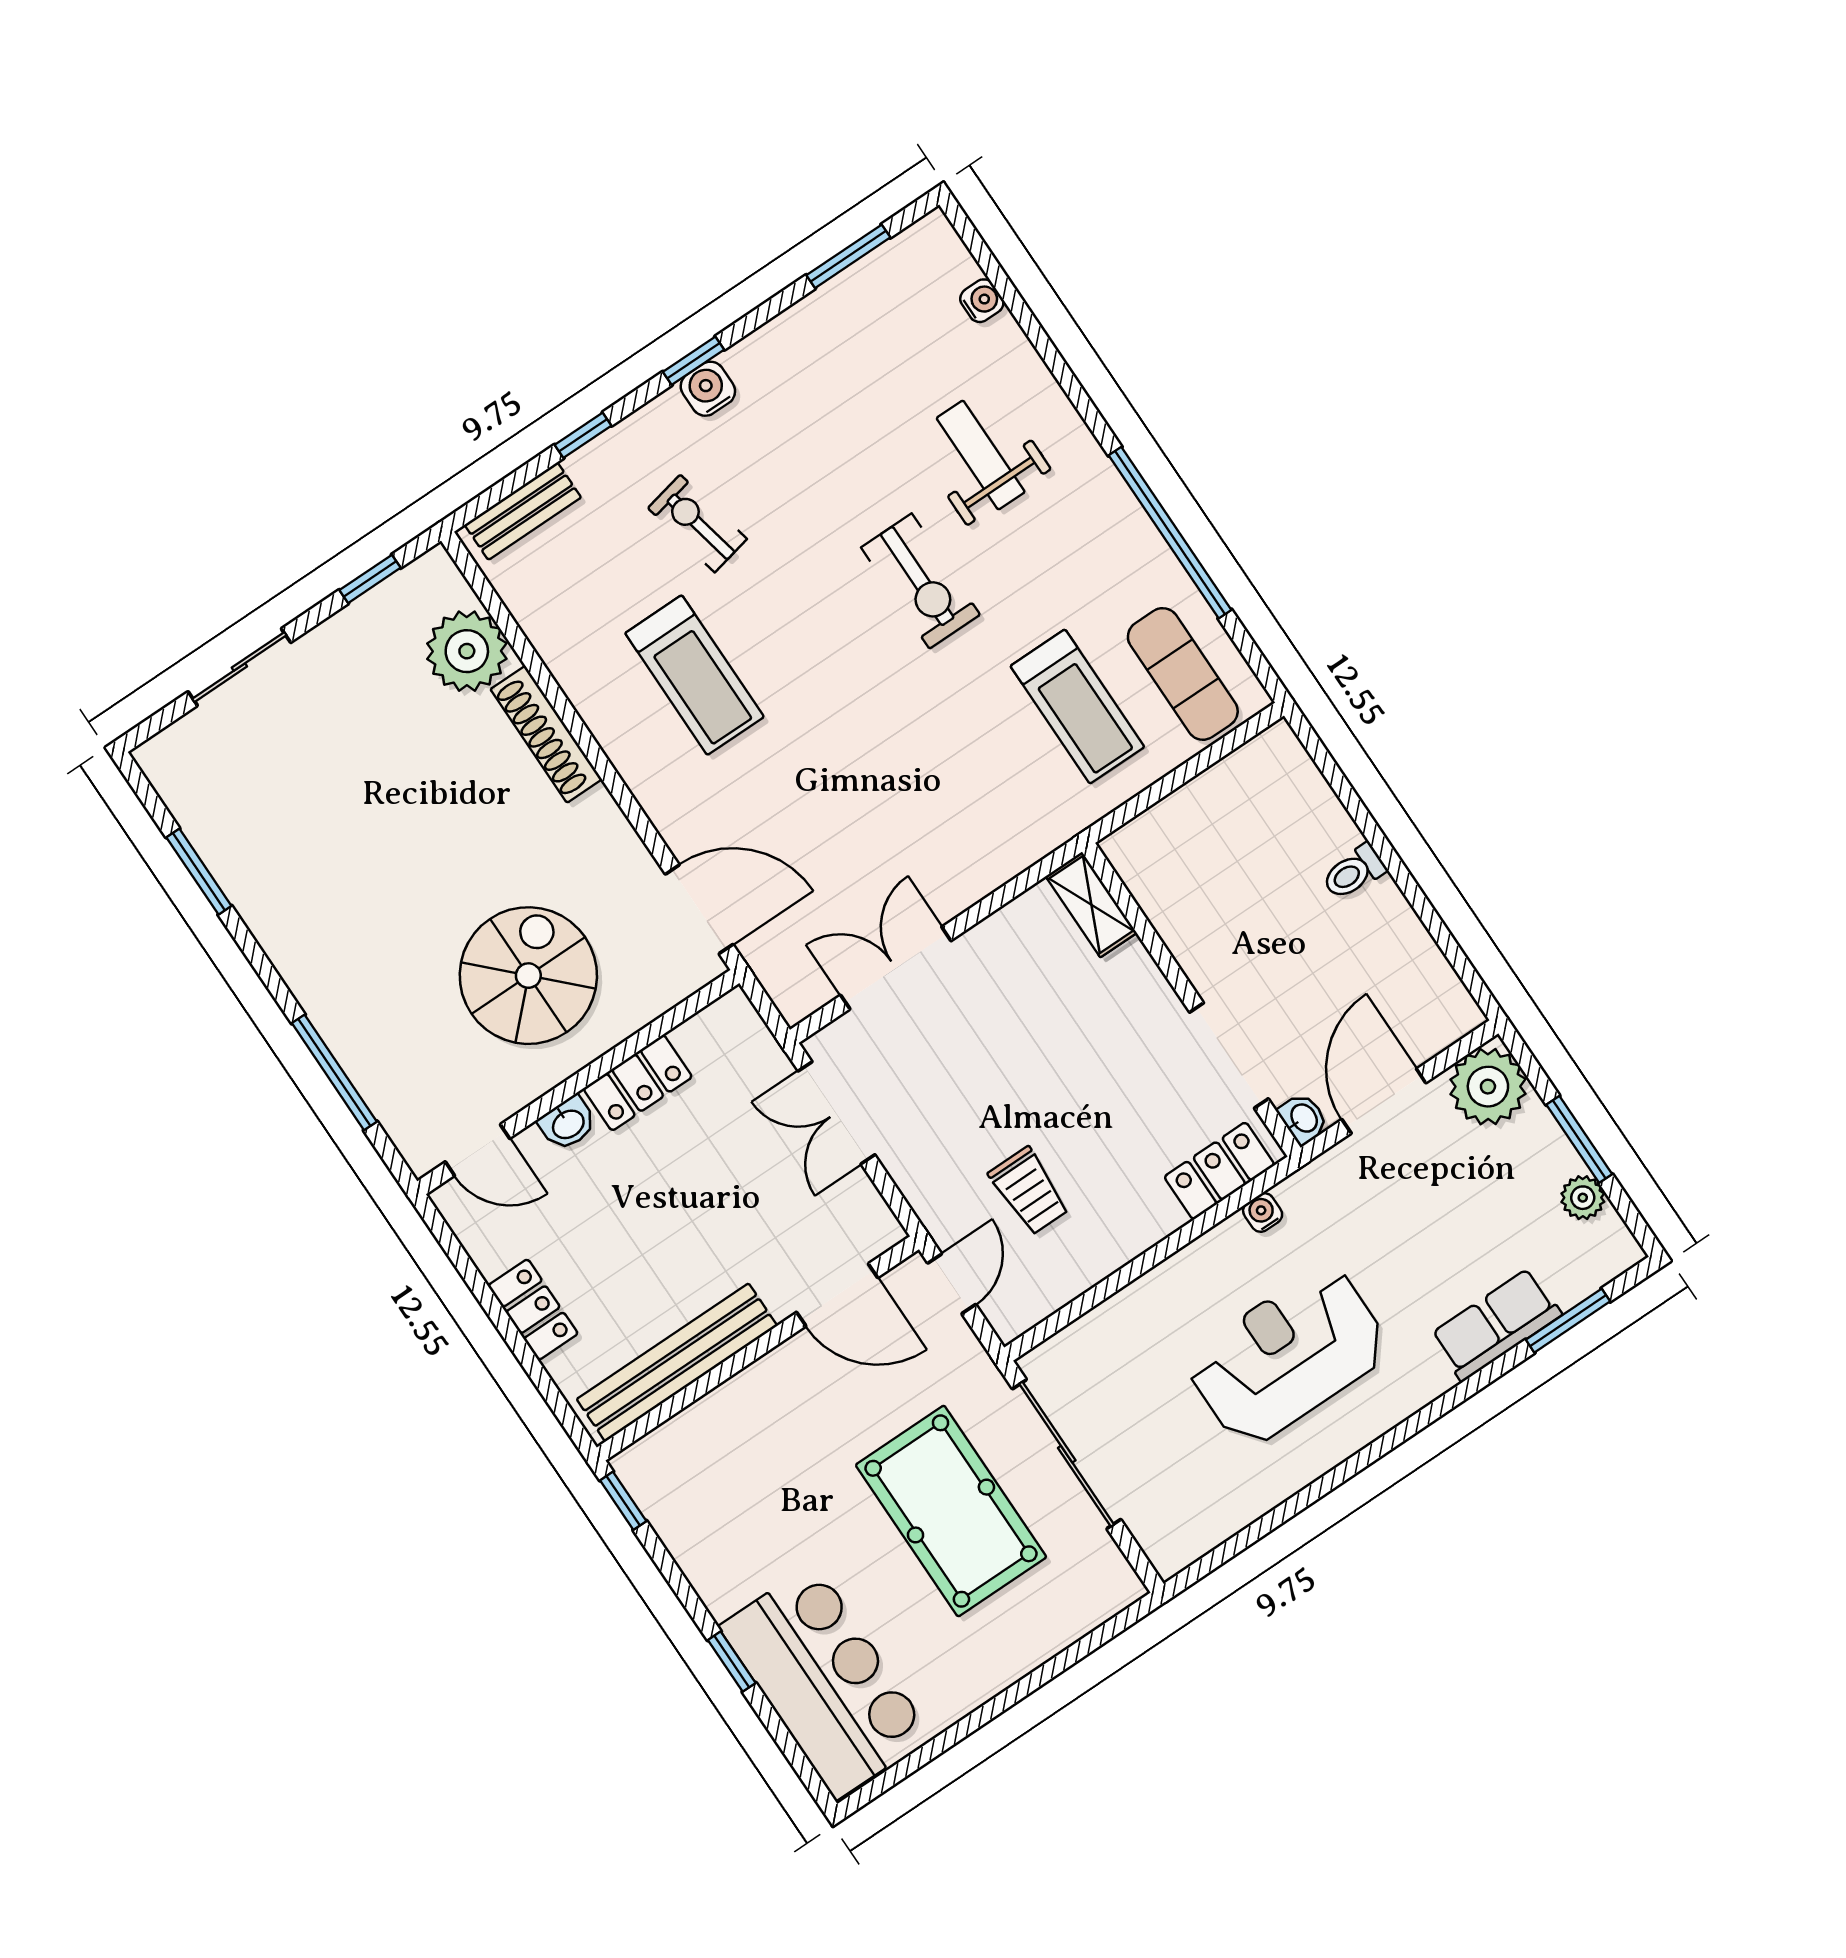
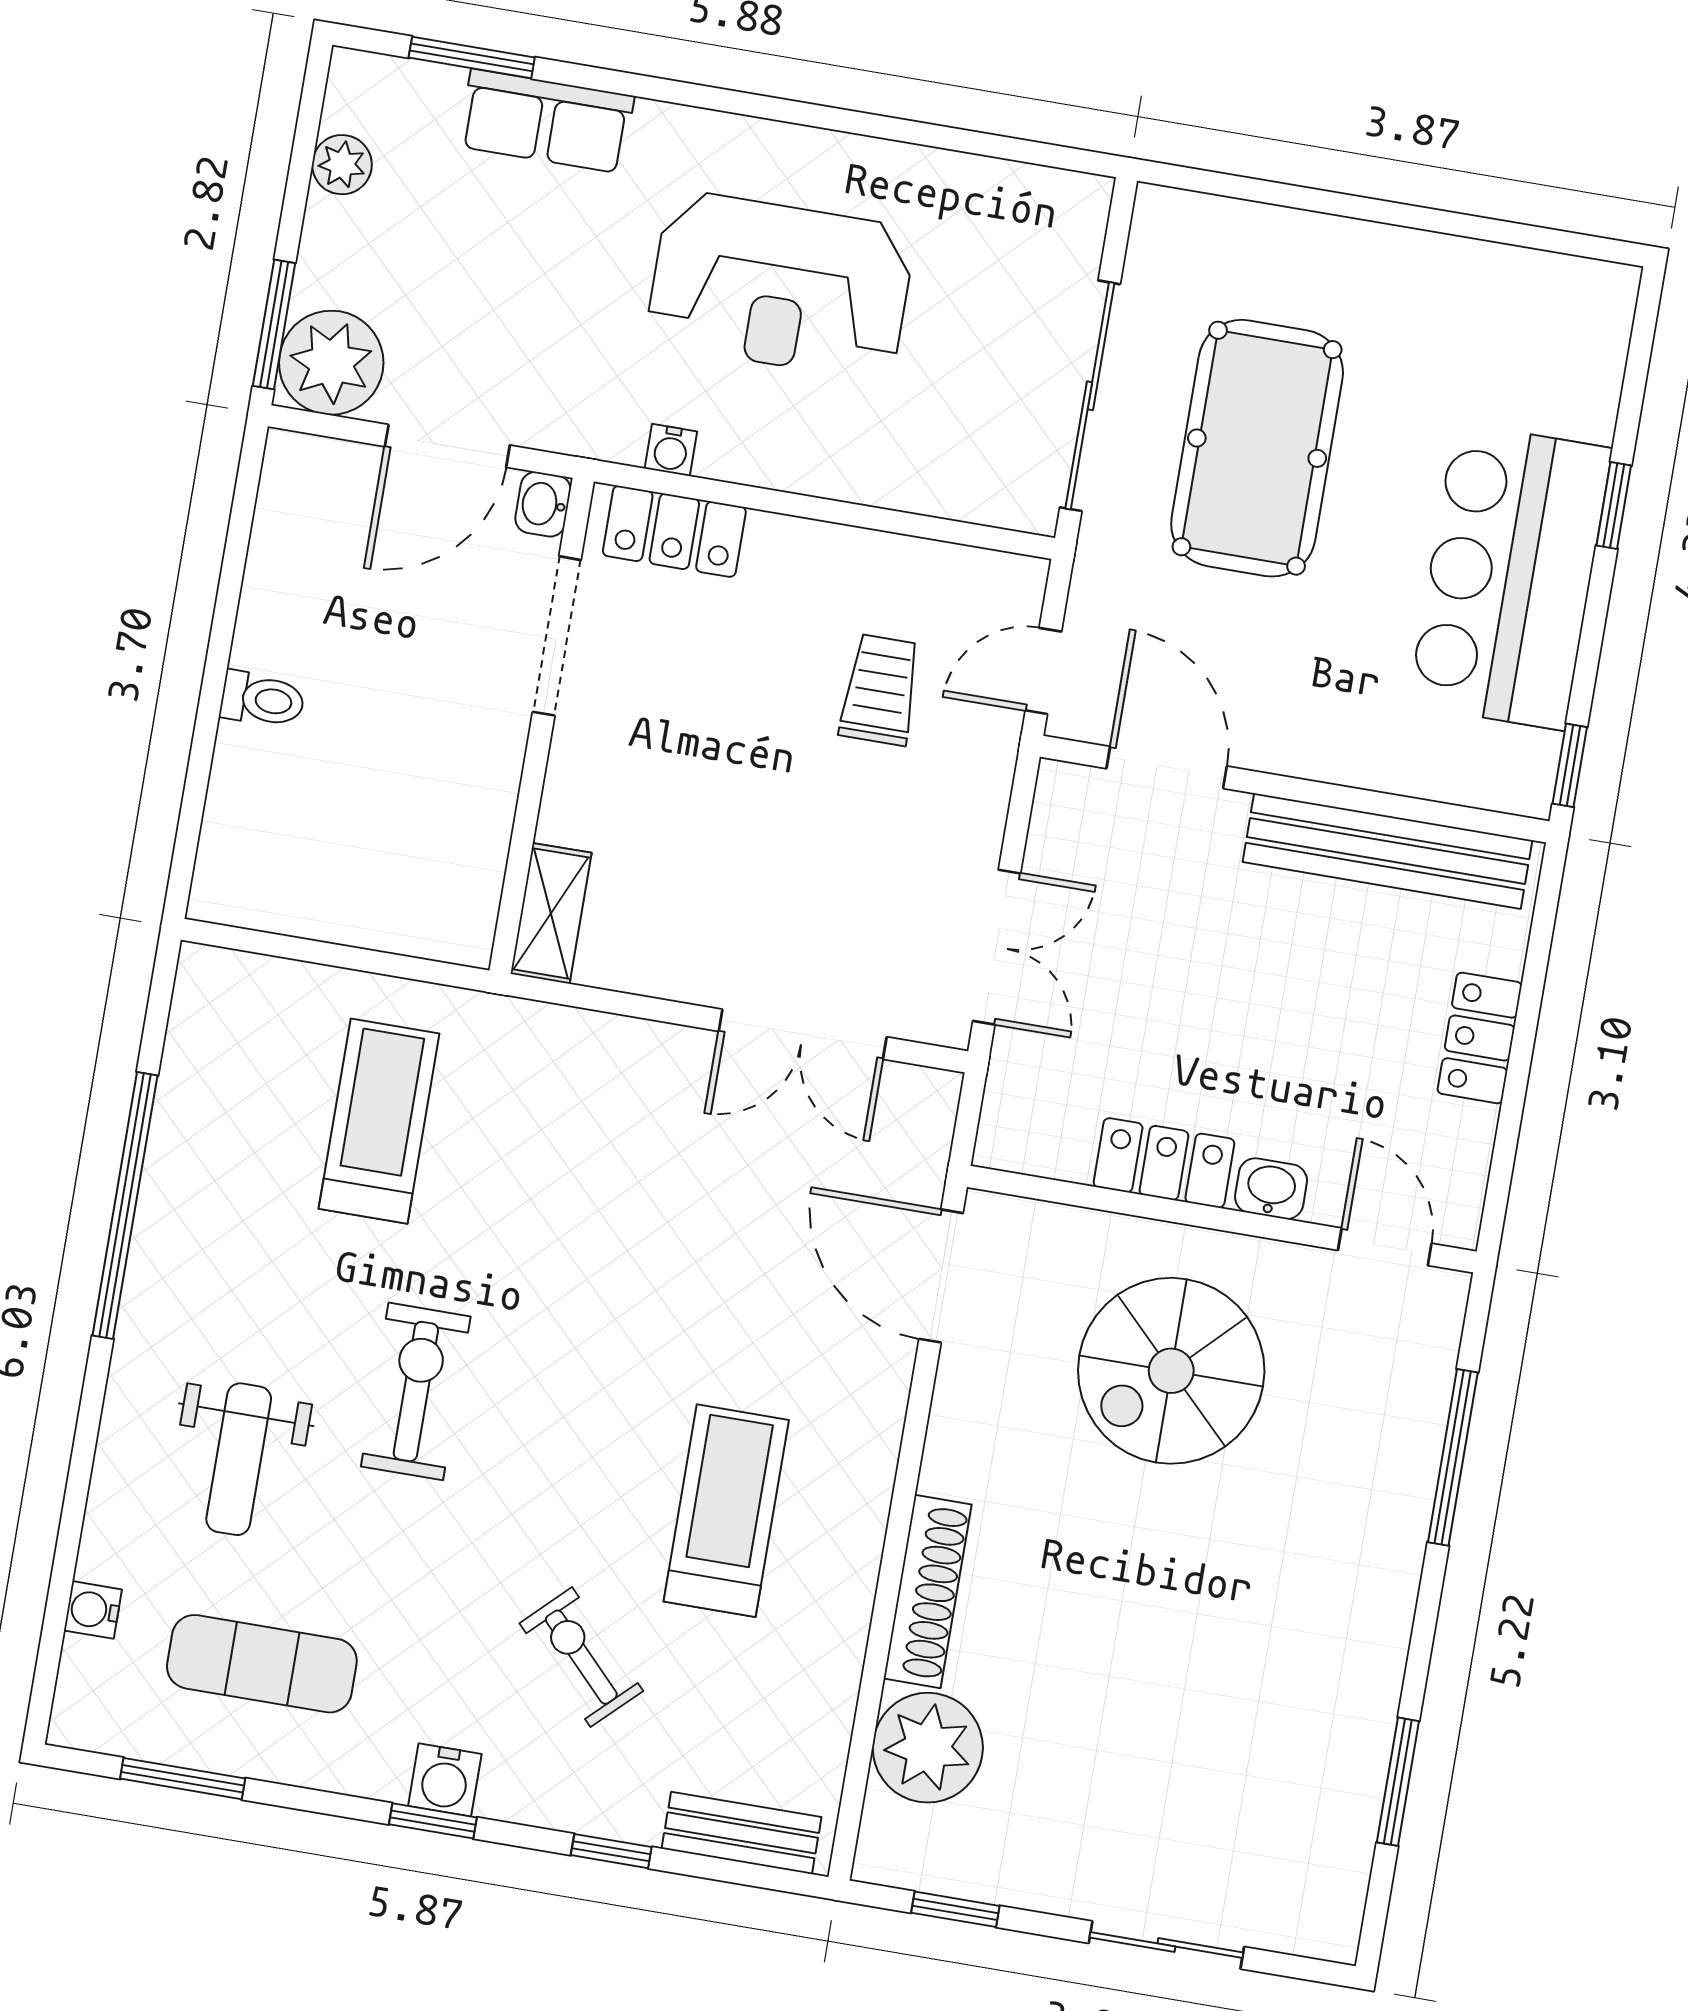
exercise bike: (697, 523) -> (581, 1657), turned 148
exercise mat: (1183, 674) -> (262, 1664), moved, turned 90
window: (1579, 1139) -> (274, 325), moved
bar counter: (825, 1681) -> (1510, 576), moved

